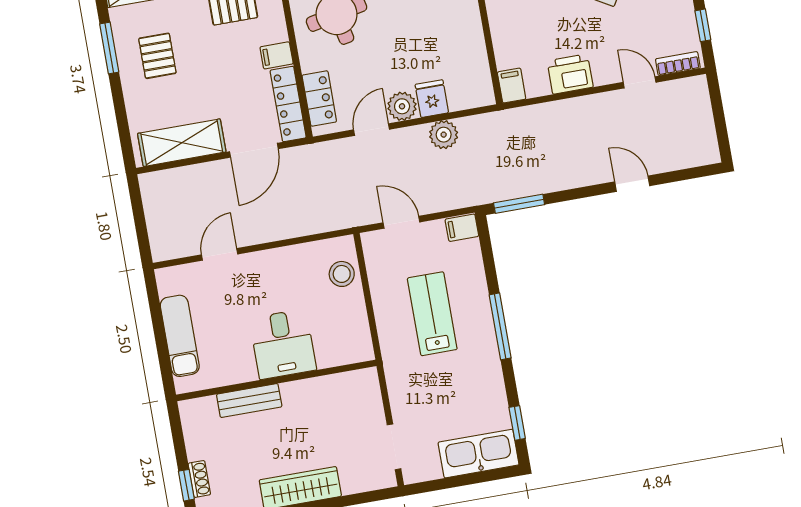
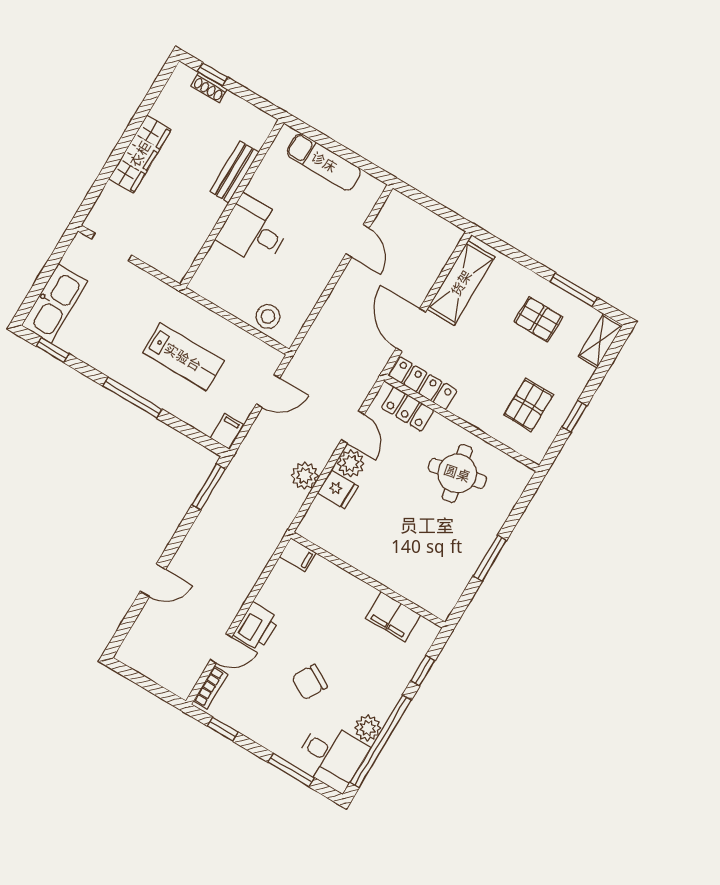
filing cabinet: (277, 55) -> (465, 405), removed
printer: (570, 74) -> (256, 627), moved

